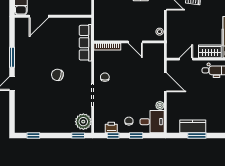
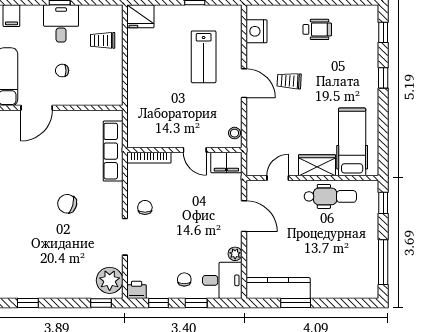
filing cabinet: (155, 50) -> (226, 162), added
kitchen counter: (193, 126) -> (278, 288), width x1.50
printer: (111, 127) -> (137, 290), moved

